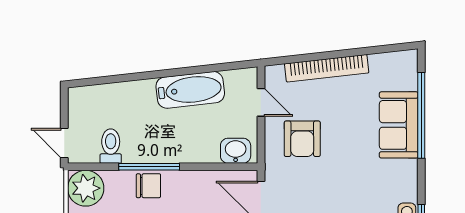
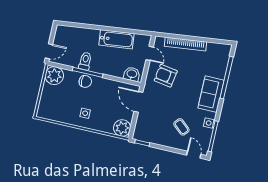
sofa: (399, 125) -> (211, 94), moved
armchair: (302, 139) -> (166, 76), turned 99
door: (64, 143) -> (49, 51), swing flipped
toilet: (111, 146) -> (85, 61), moved

